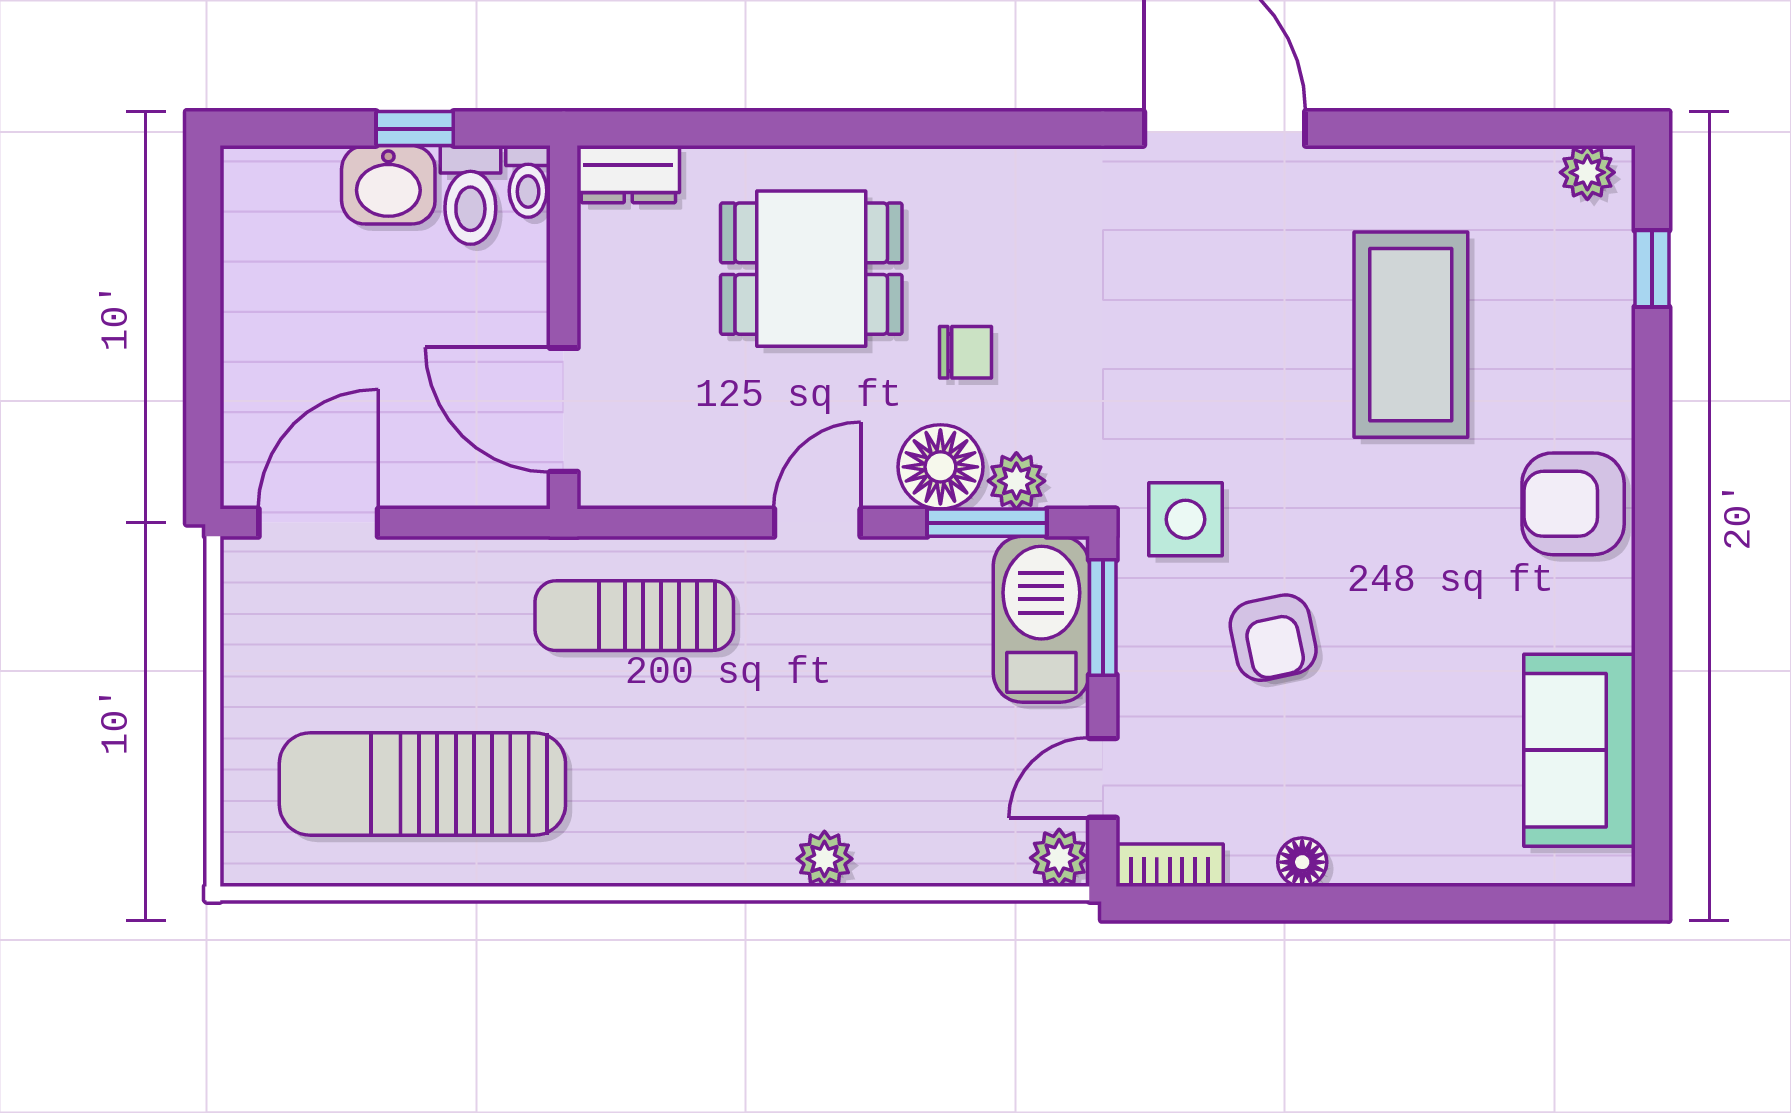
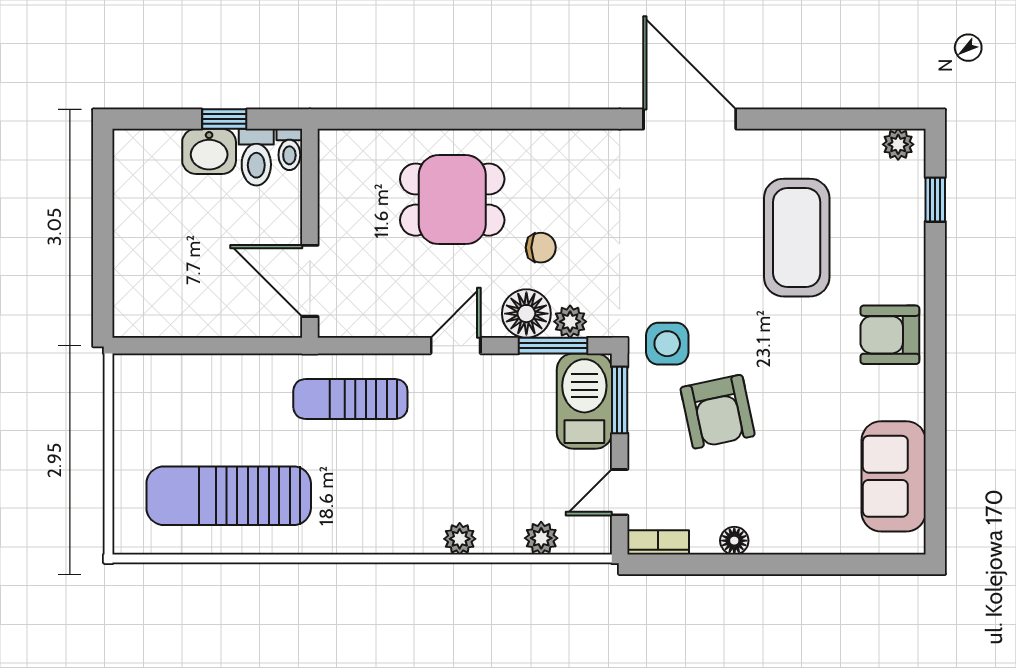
dresser: (628, 174) -> (347, 145), removed
door: (318, 523) -> (169, 346), removed
armchair: (1273, 638) -> (718, 412), width x1.38, depth x1.38
plant: (1059, 858) -> (541, 538), moved

